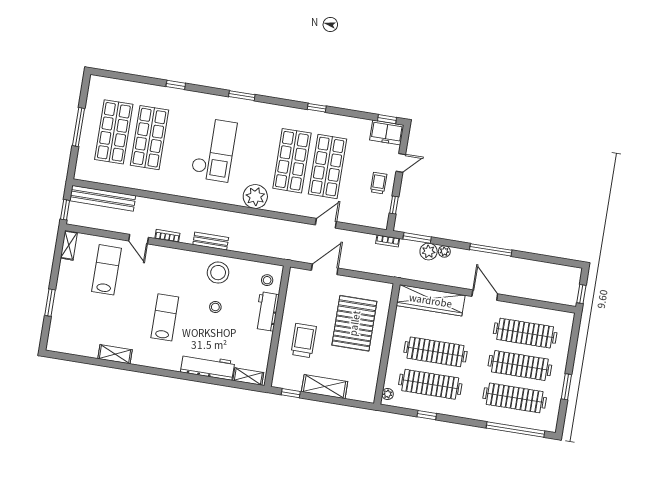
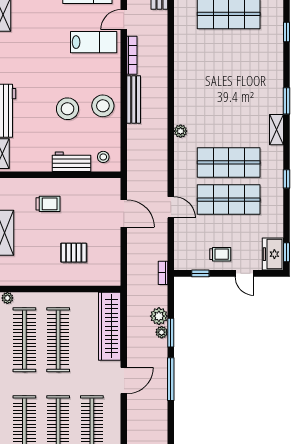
shelving: (268, 110) -> (277, 130), added
checkout: (214, 150) -> (227, 81), removed
plant: (255, 196) -> (181, 131), width x0.53, depth x0.53
bookcase: (167, 236) -> (132, 55), width x1.56
window: (417, 238) -> (171, 333), moved
bench: (211, 241) -> (134, 100), width x1.36
stool: (215, 307) -> (67, 109), width x1.89, depth x1.89
lab bench: (165, 317) -> (94, 42), moved
pallet: (354, 323) -> (74, 253), width x0.49, depth x0.50
trolley: (304, 340) -> (48, 204), width x0.73, depth x0.72

